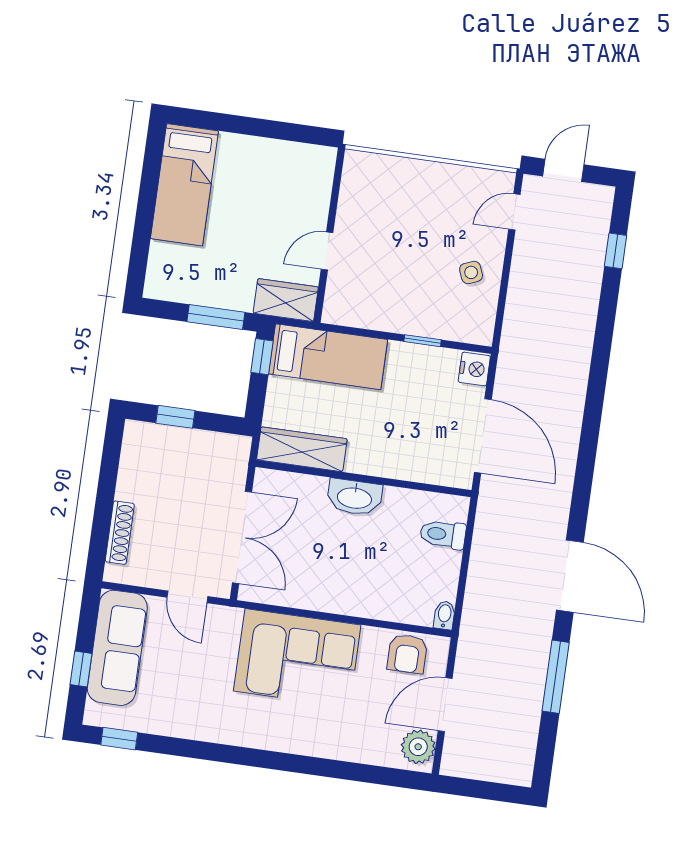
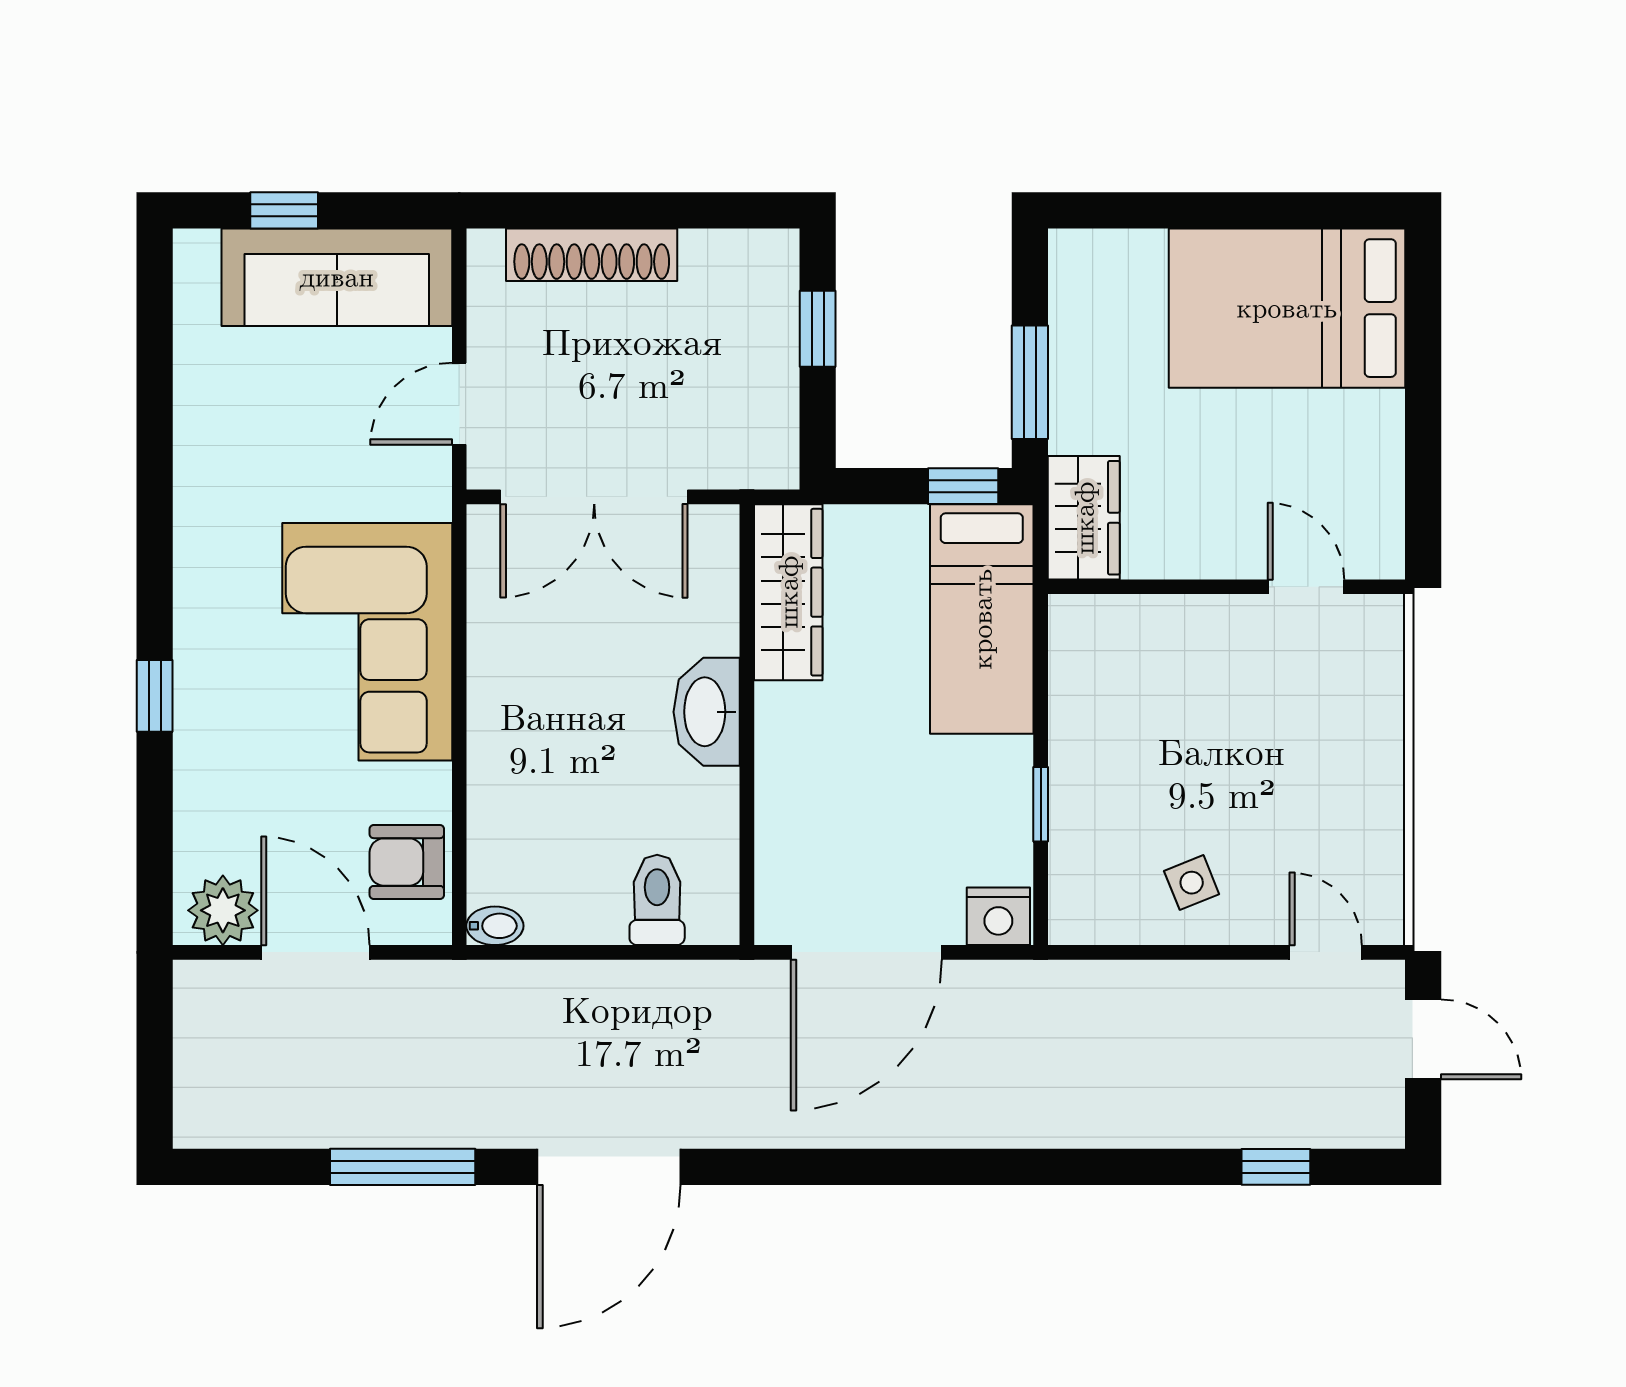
bed: (184, 185) -> (1287, 308), width x1.50
door: (327, 251) -> (1306, 587), moved
shoe rack: (120, 533) -> (592, 255), width x1.36, depth x1.24
window: (119, 739) -> (155, 696), moved

